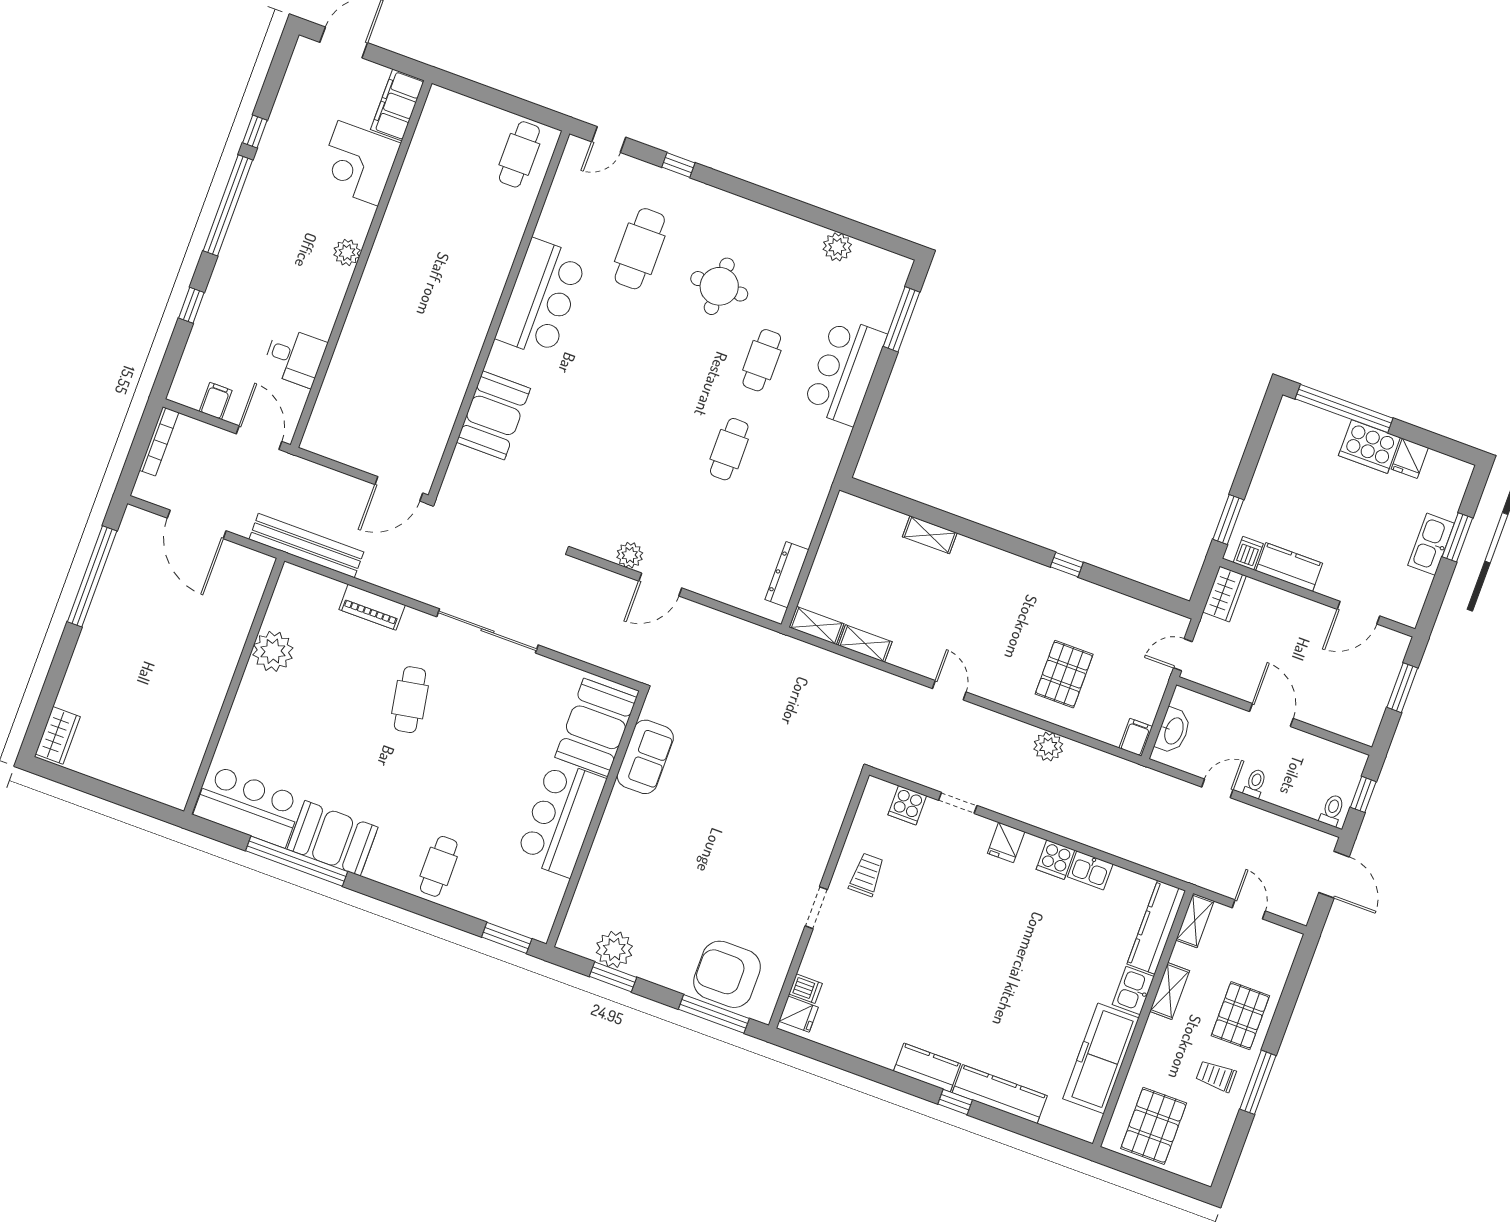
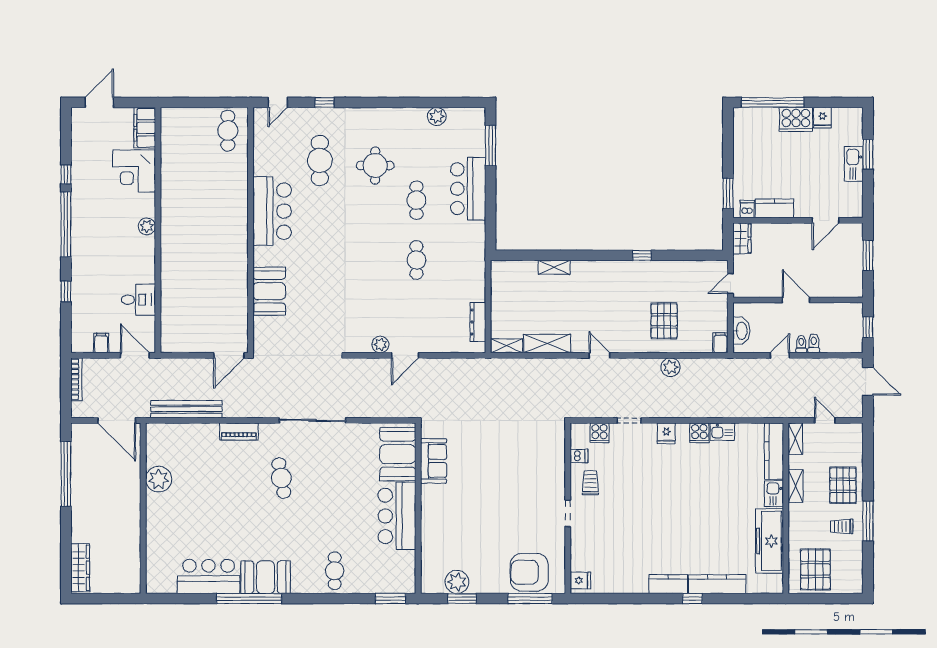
shelving: (865, 644) -> (547, 344), width x1.50, depth x1.33
plant: (273, 651) -> (159, 479), moved
wall: (234, 686) -> (143, 508), moved
wardrobe: (58, 735) -> (80, 568), width x1.50
toilet: (1332, 810) -> (814, 343), moved
dishwasher: (806, 989) -> (579, 456), moved

